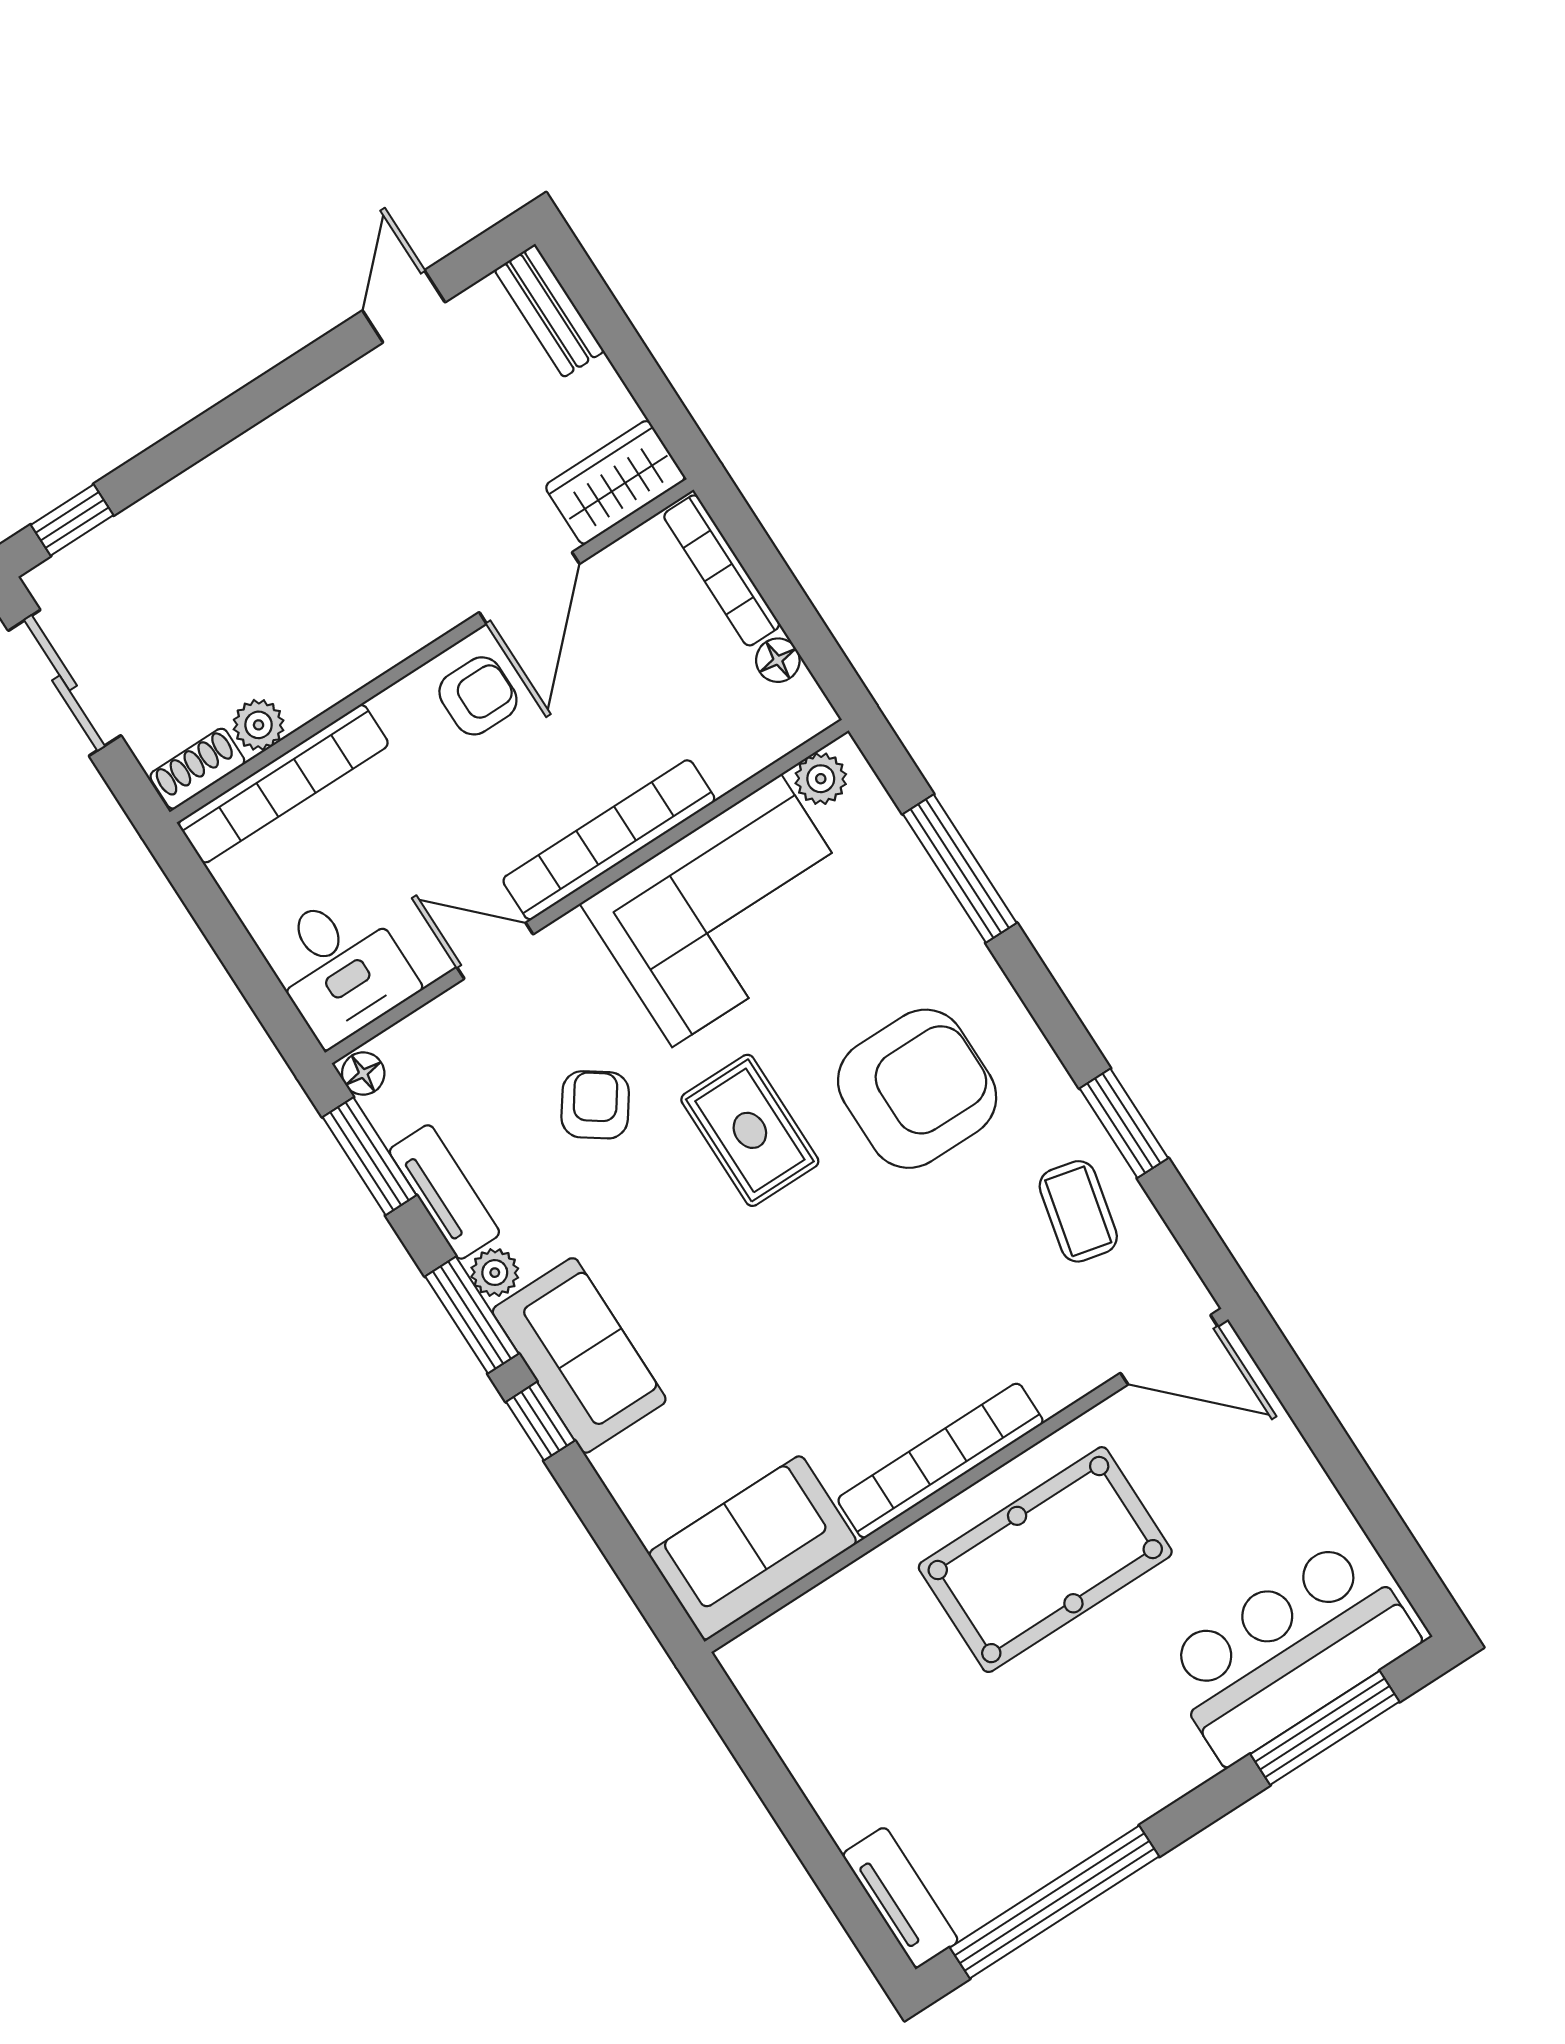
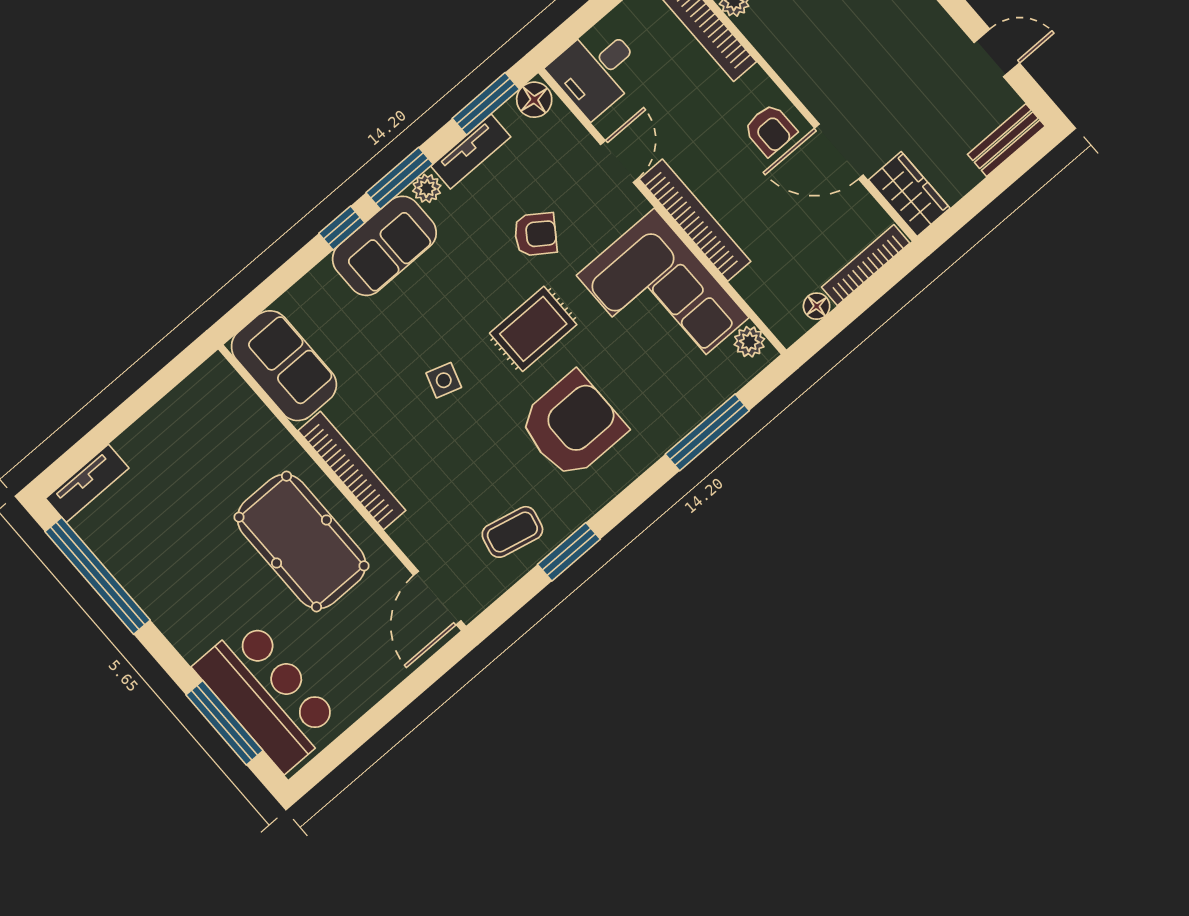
floor lamp: (363, 1074) -> (534, 100), width x1.37, depth x1.37
armchair: (917, 1089) -> (572, 425), turned -90
side table: (813, 1289) -> (444, 380), added

